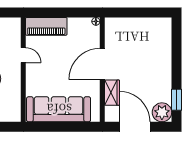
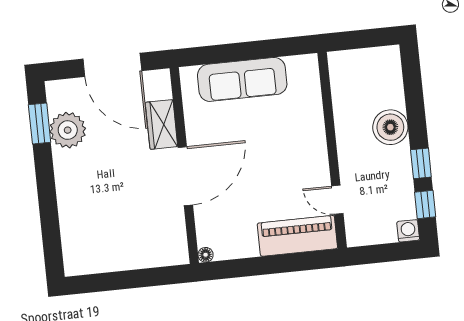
door: (23, 55) -> (337, 200), moved
sofa: (59, 109) -> (242, 79), width x0.74, depth x0.79
plant: (162, 112) -> (68, 130), moved

